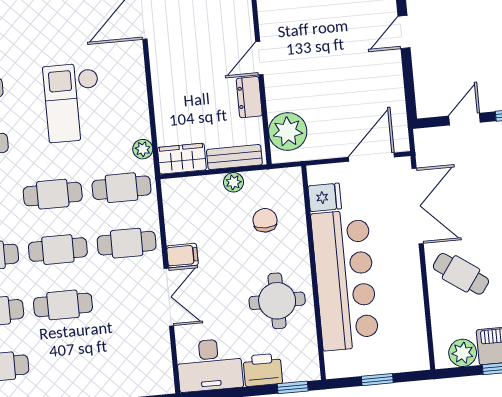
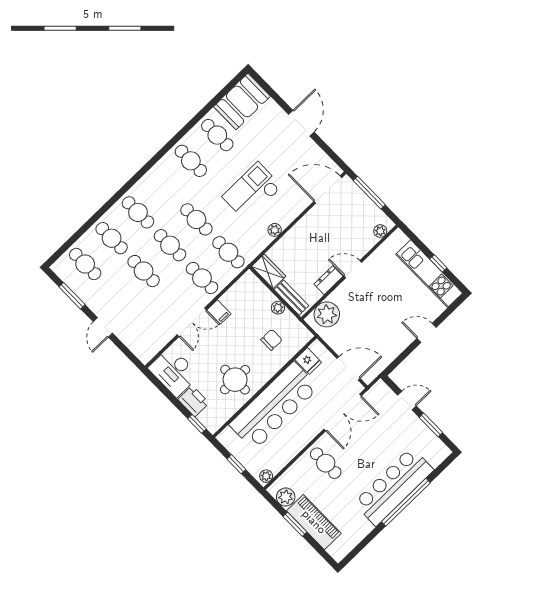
plant: (143, 149) -> (275, 230), moved
cafe table: (461, 274) -> (326, 463), turned -35
plant: (419, 356) -> (266, 476), added

